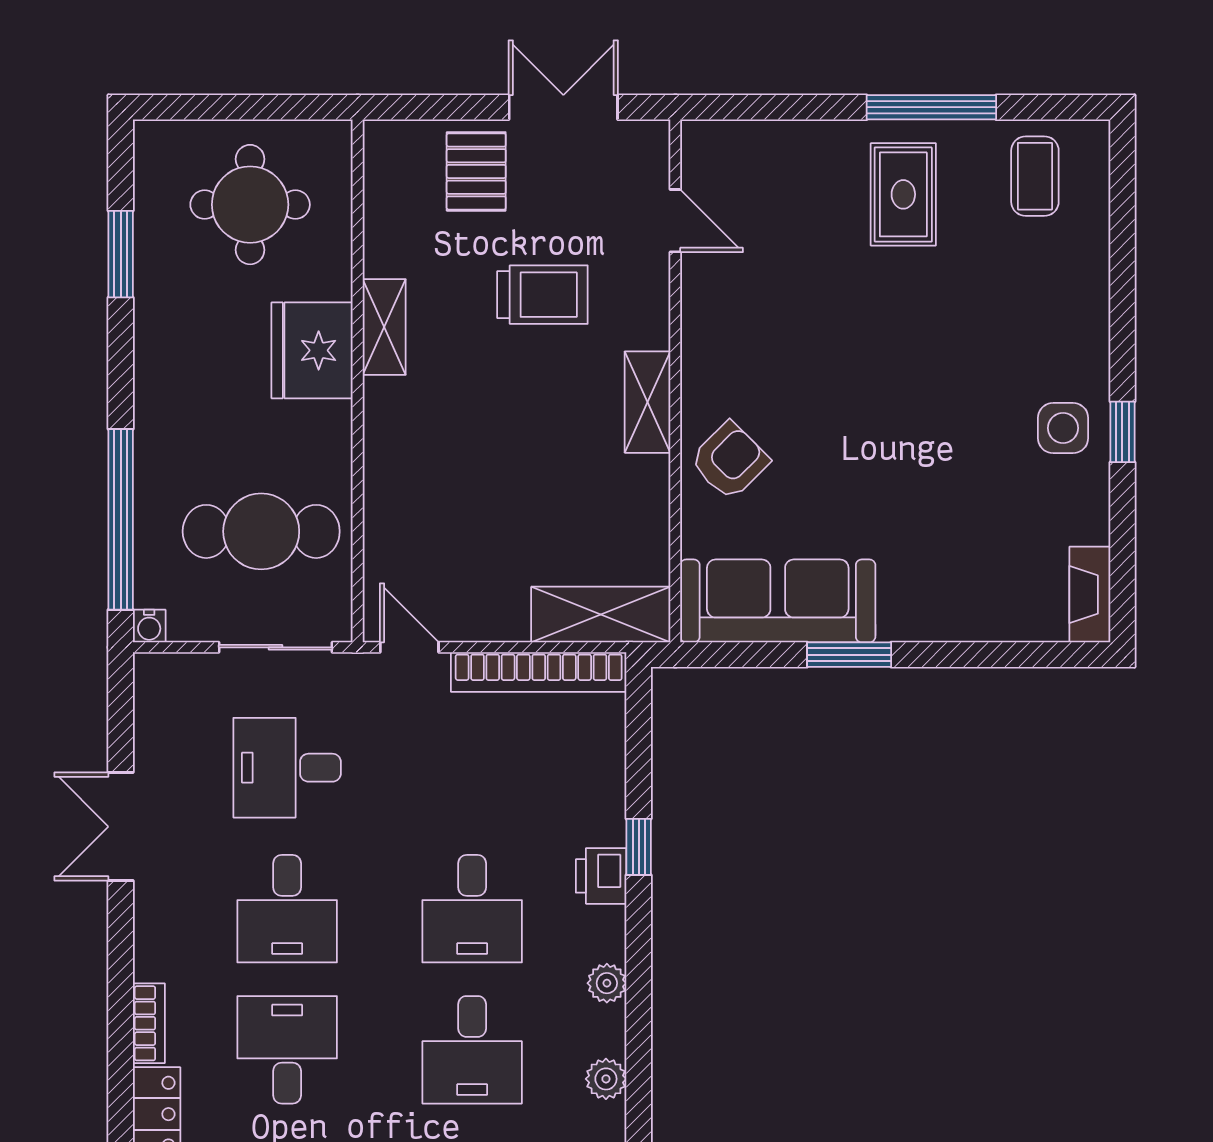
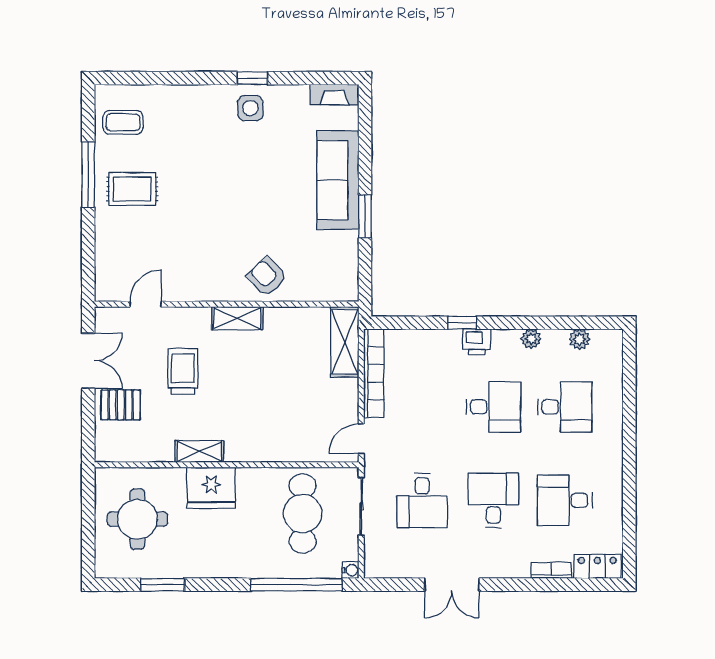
double door: (563, 107) -> (88, 361), swing flipped
sofa: (778, 601) -> (338, 180), moved
desk: (287, 909) -> (493, 500), turned -90

